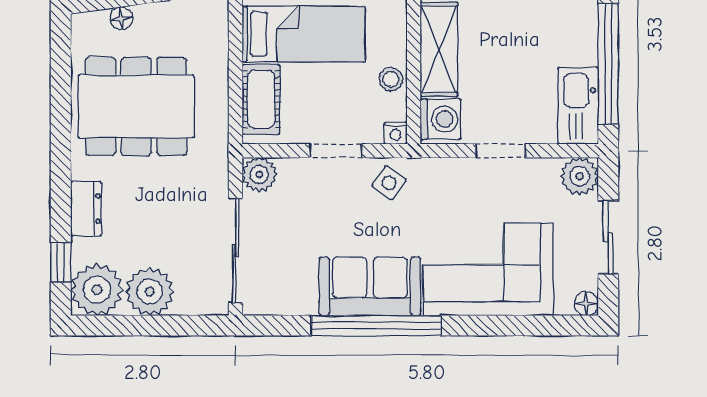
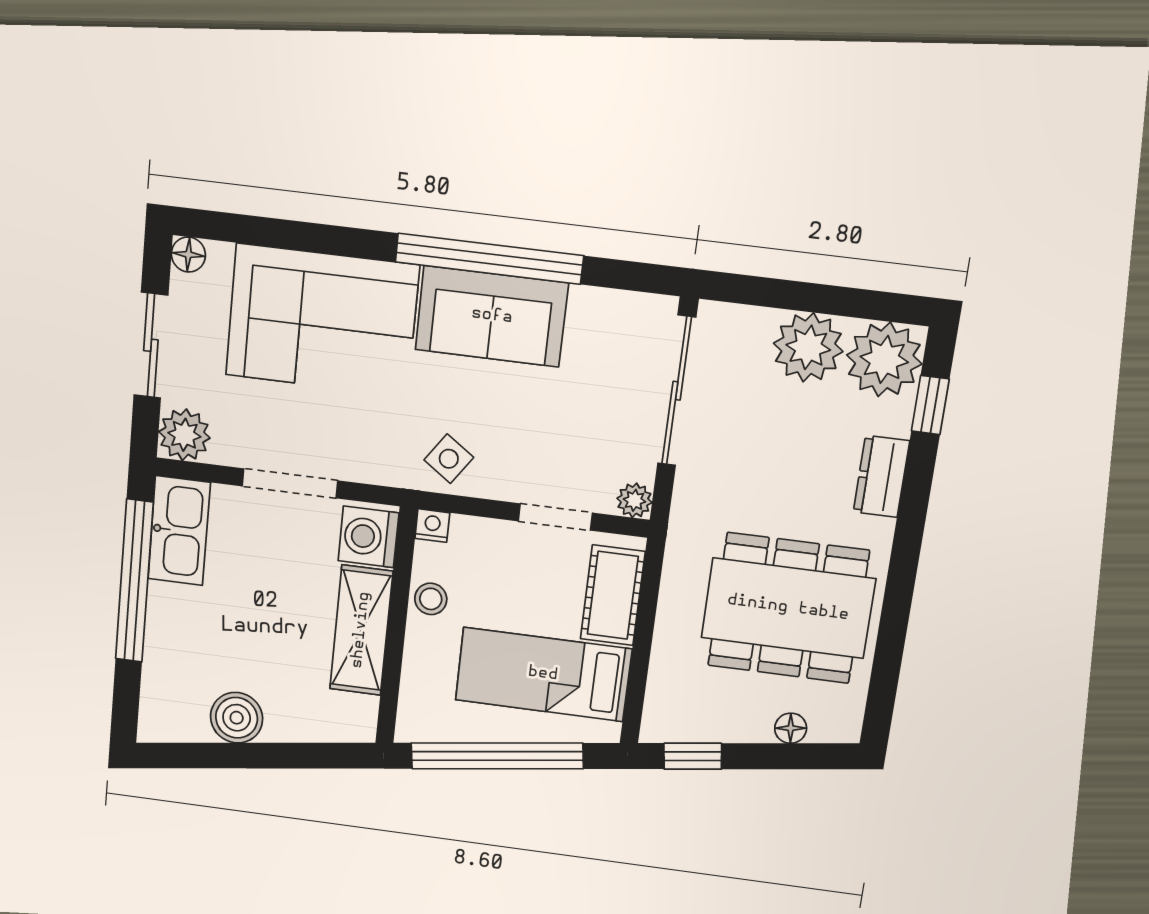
doorway: (336, 151) -> (555, 517), moved
doorway: (501, 151) -> (290, 483), width x1.38
plant: (259, 175) -> (634, 500), width x0.73, depth x0.73

